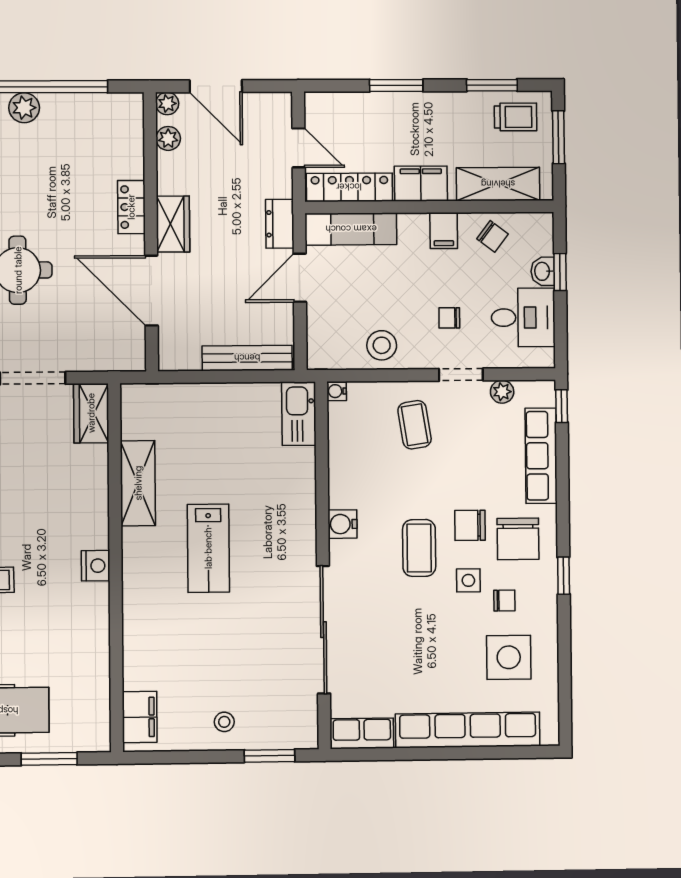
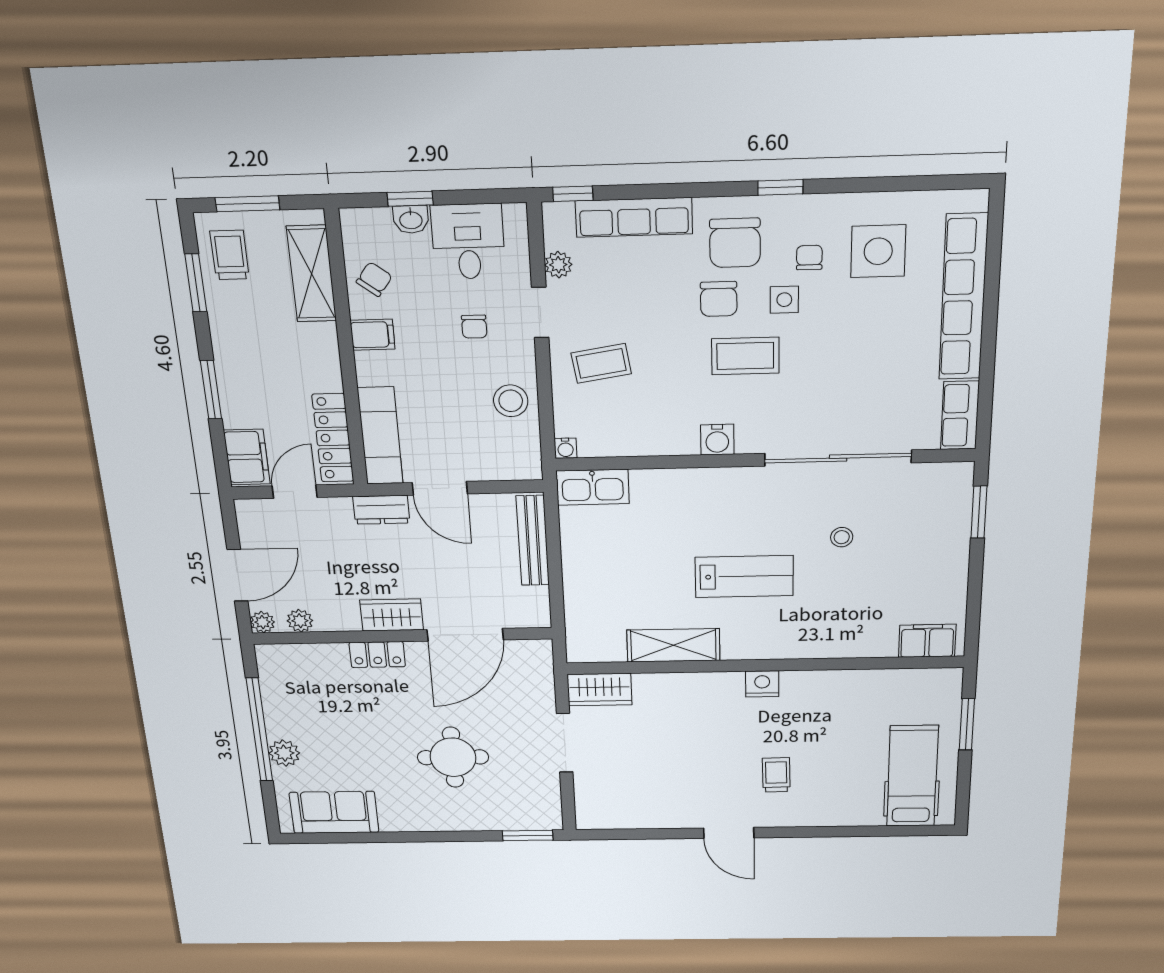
filing cabinet: (421, 184) -> (247, 457), moved, turned 180
chair: (518, 539) -> (735, 243), turned 90
stool: (224, 722) -> (842, 537), moved

